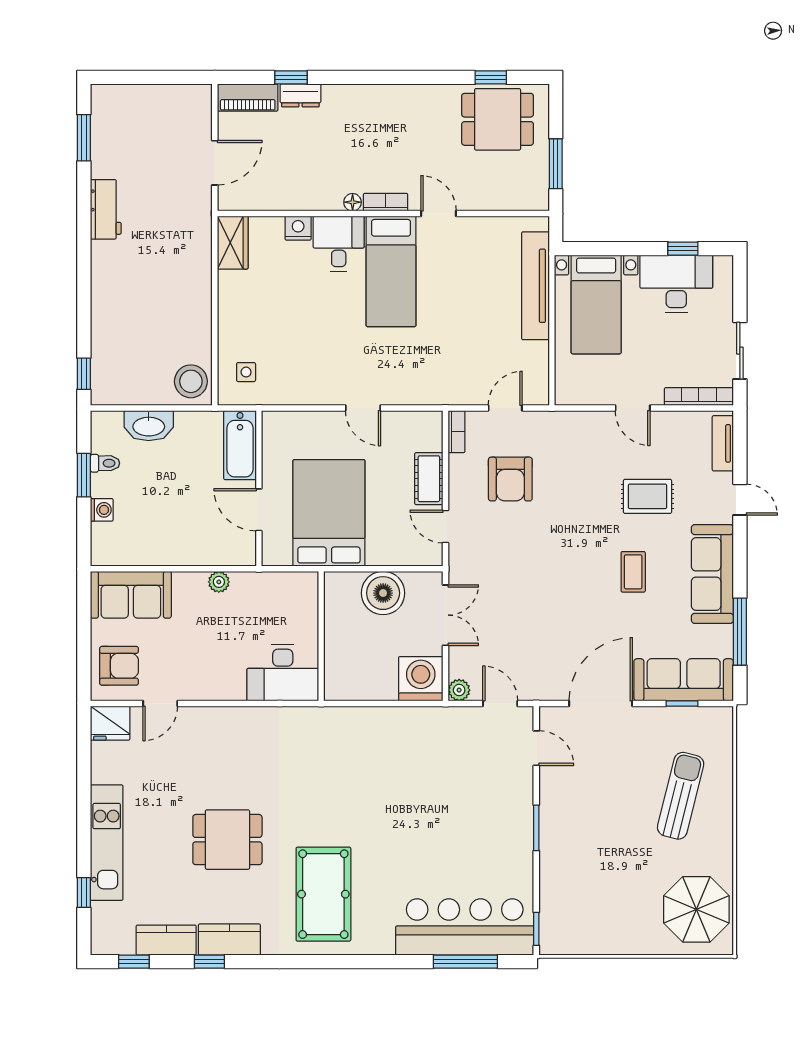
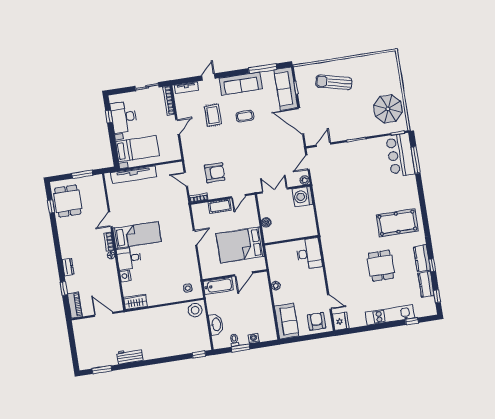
dresser: (300, 95) -> (68, 267), moved
boiler: (383, 593) -> (266, 222), width x0.54, depth x0.54
parasol: (696, 909) -> (388, 109), moved
bar counter: (465, 927) -> (400, 155), width x0.73

